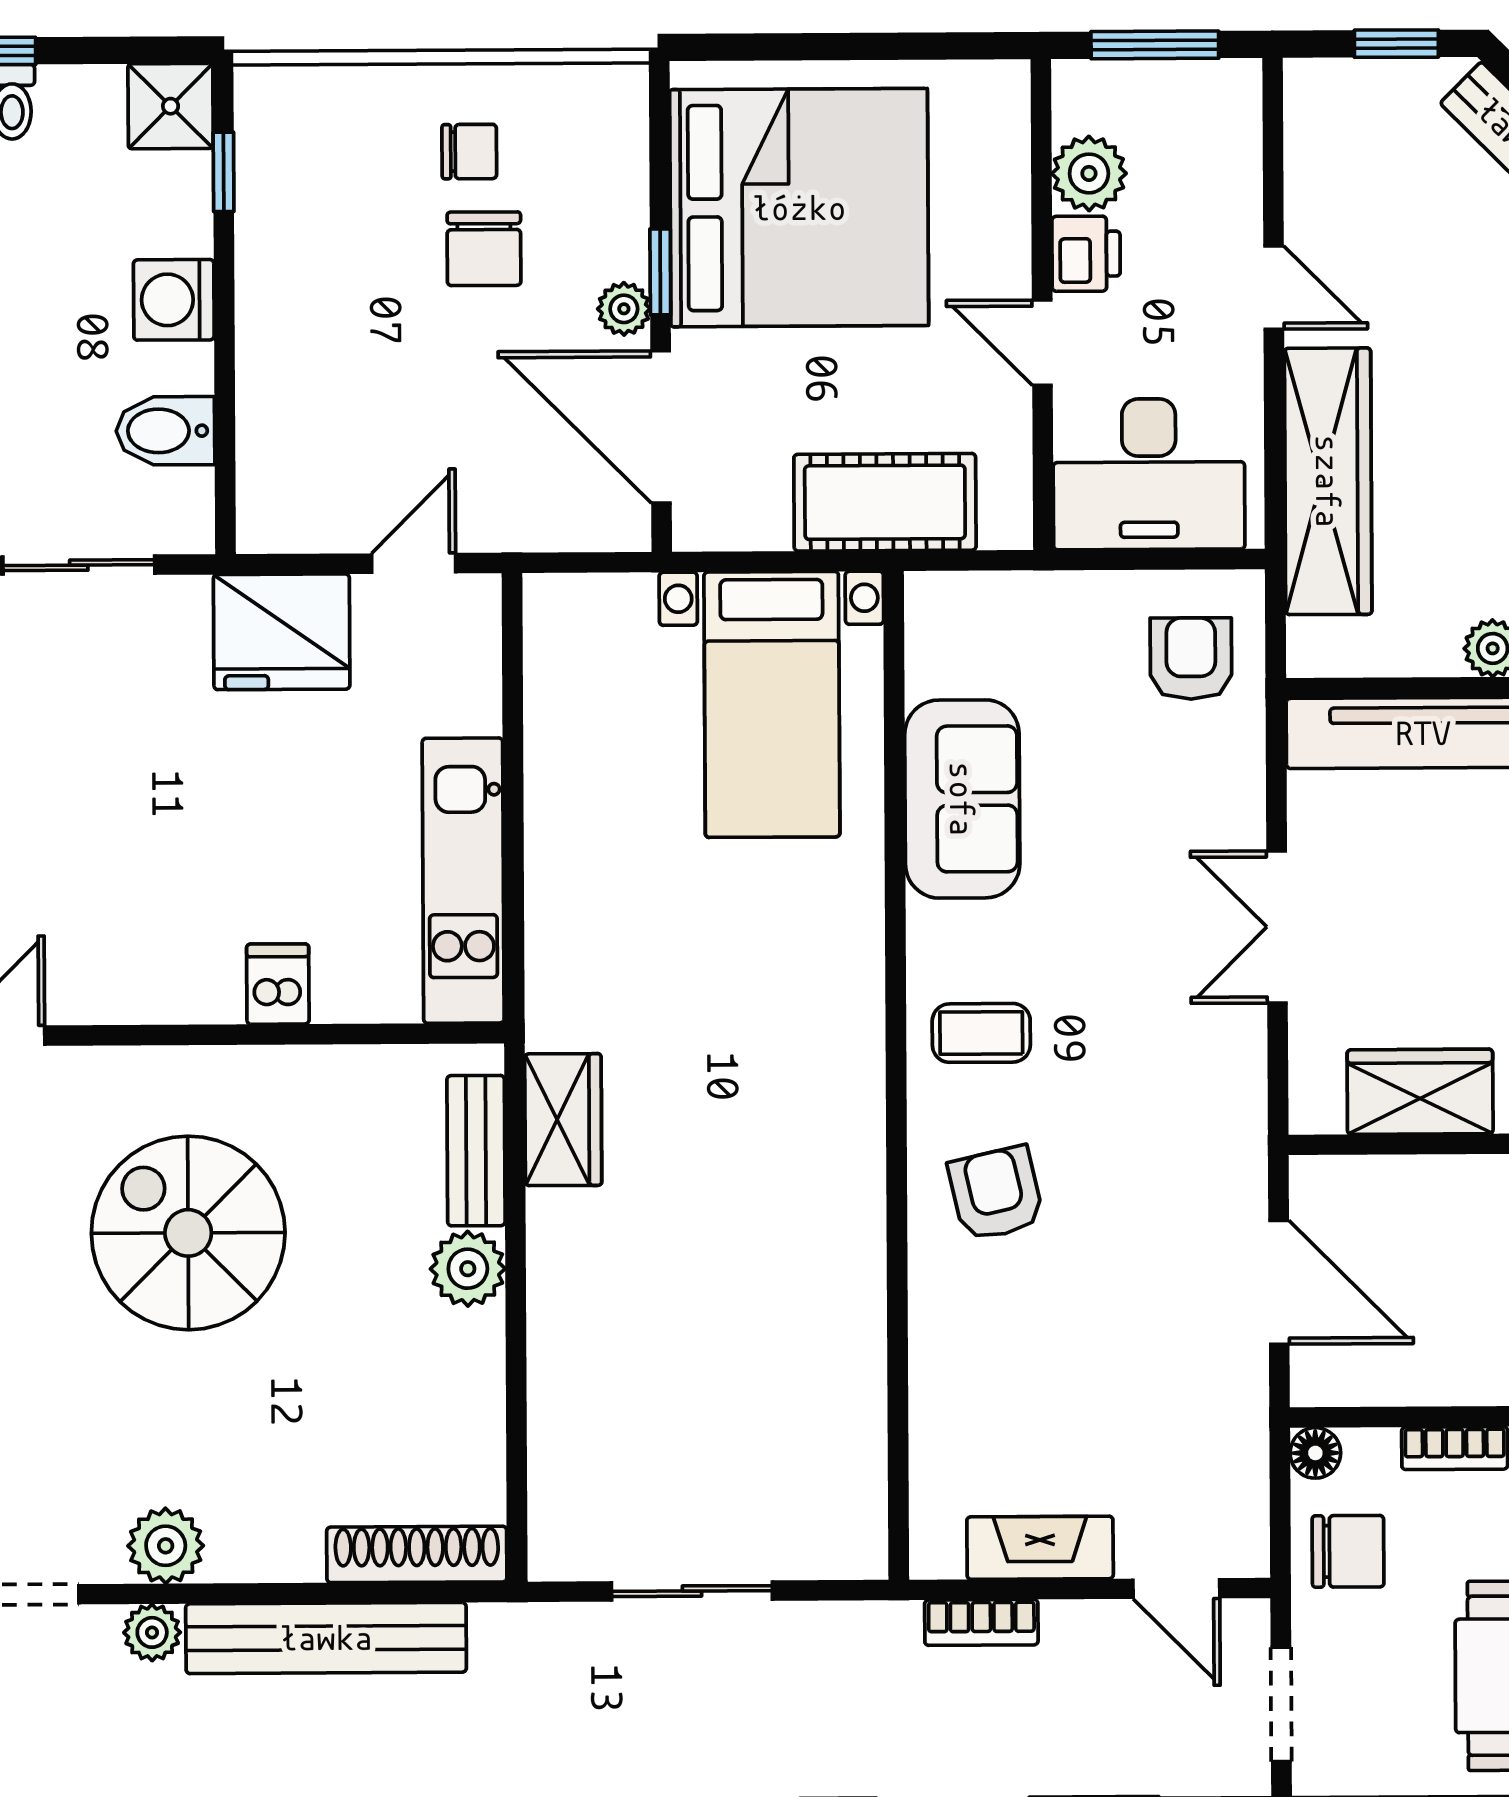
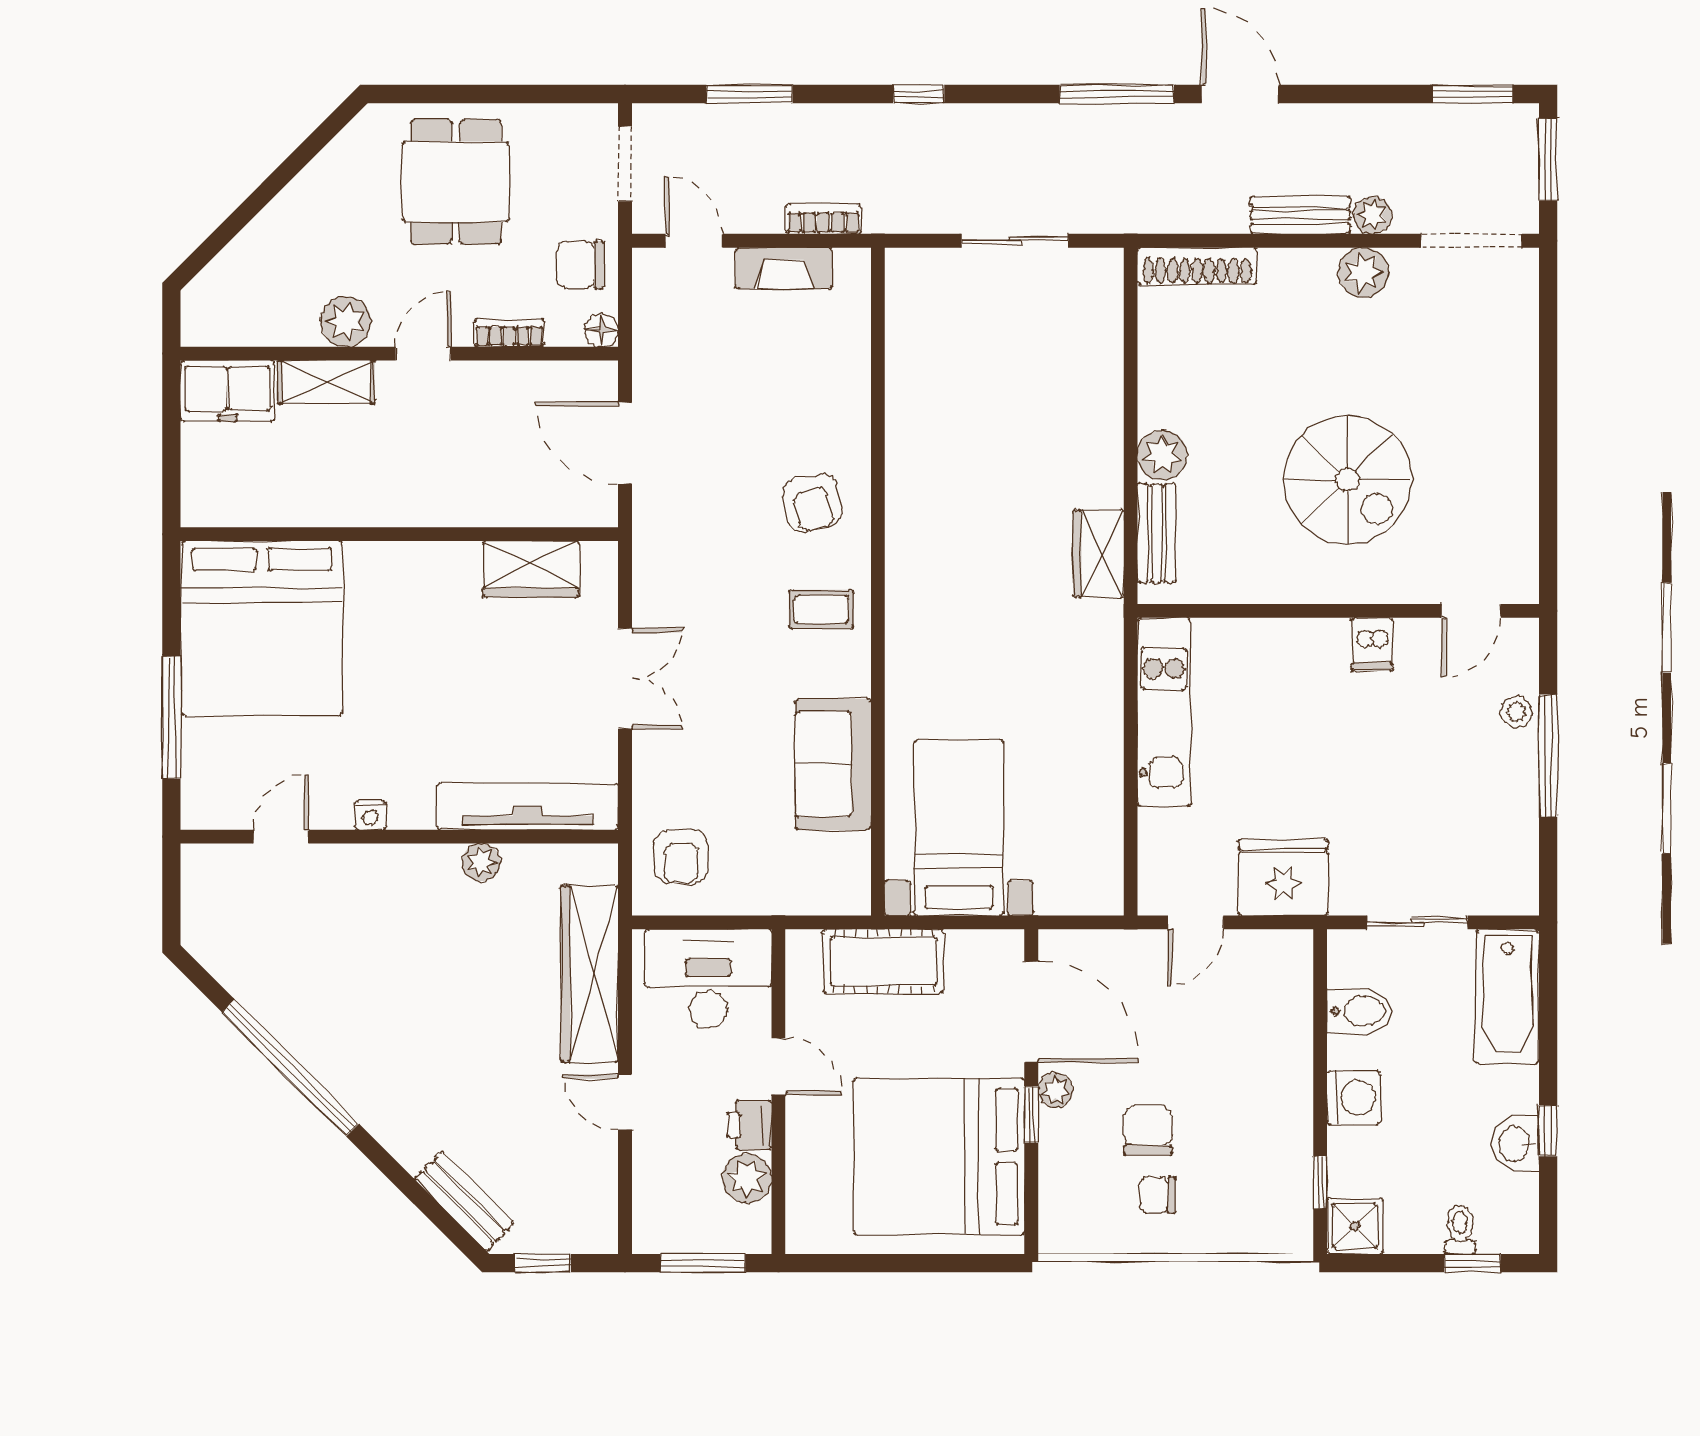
dishwasher: (278, 984) -> (1372, 644), moved
bench: (326, 1638) -> (1300, 215), width x0.54, depth x0.82

